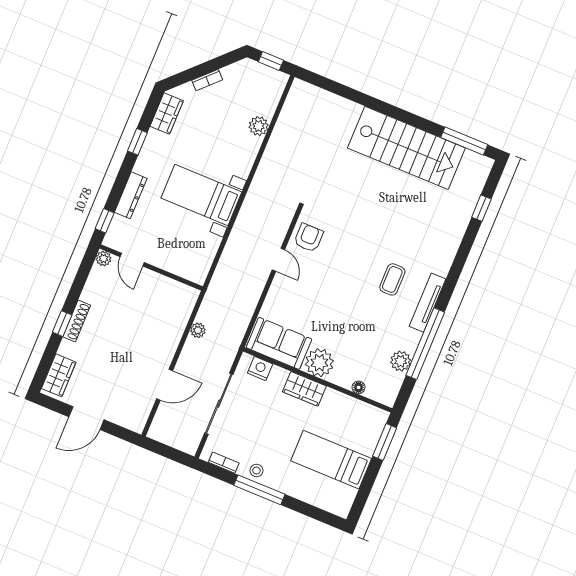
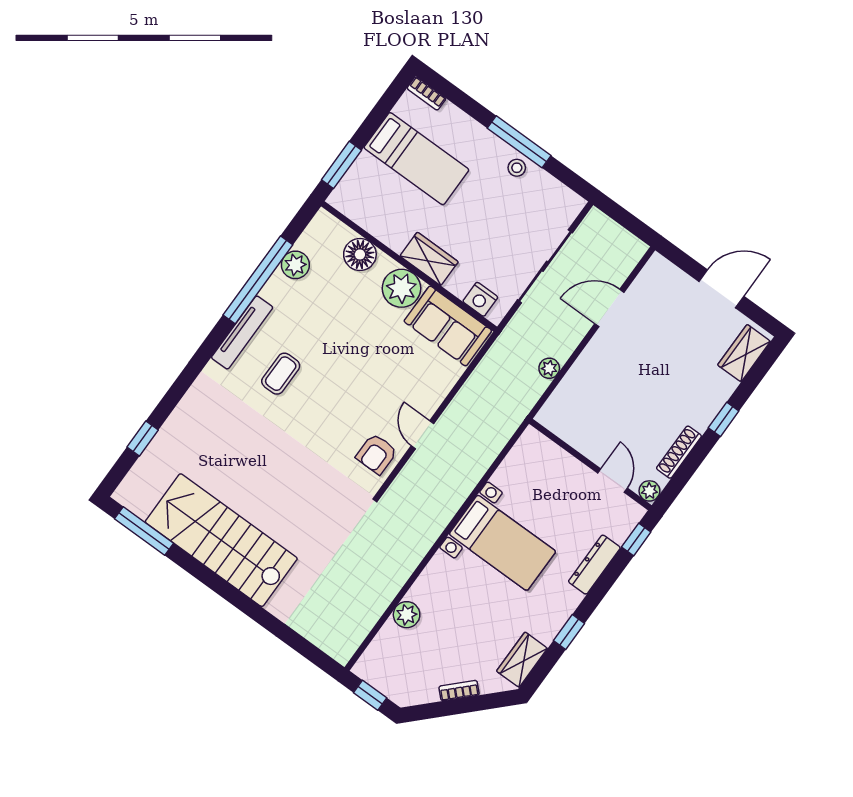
shoe rack: (77, 321) -> (679, 452), moved
floor lamp: (359, 387) -> (360, 254), width x1.89, depth x1.89
bookcase: (224, 463) -> (426, 93), moved

